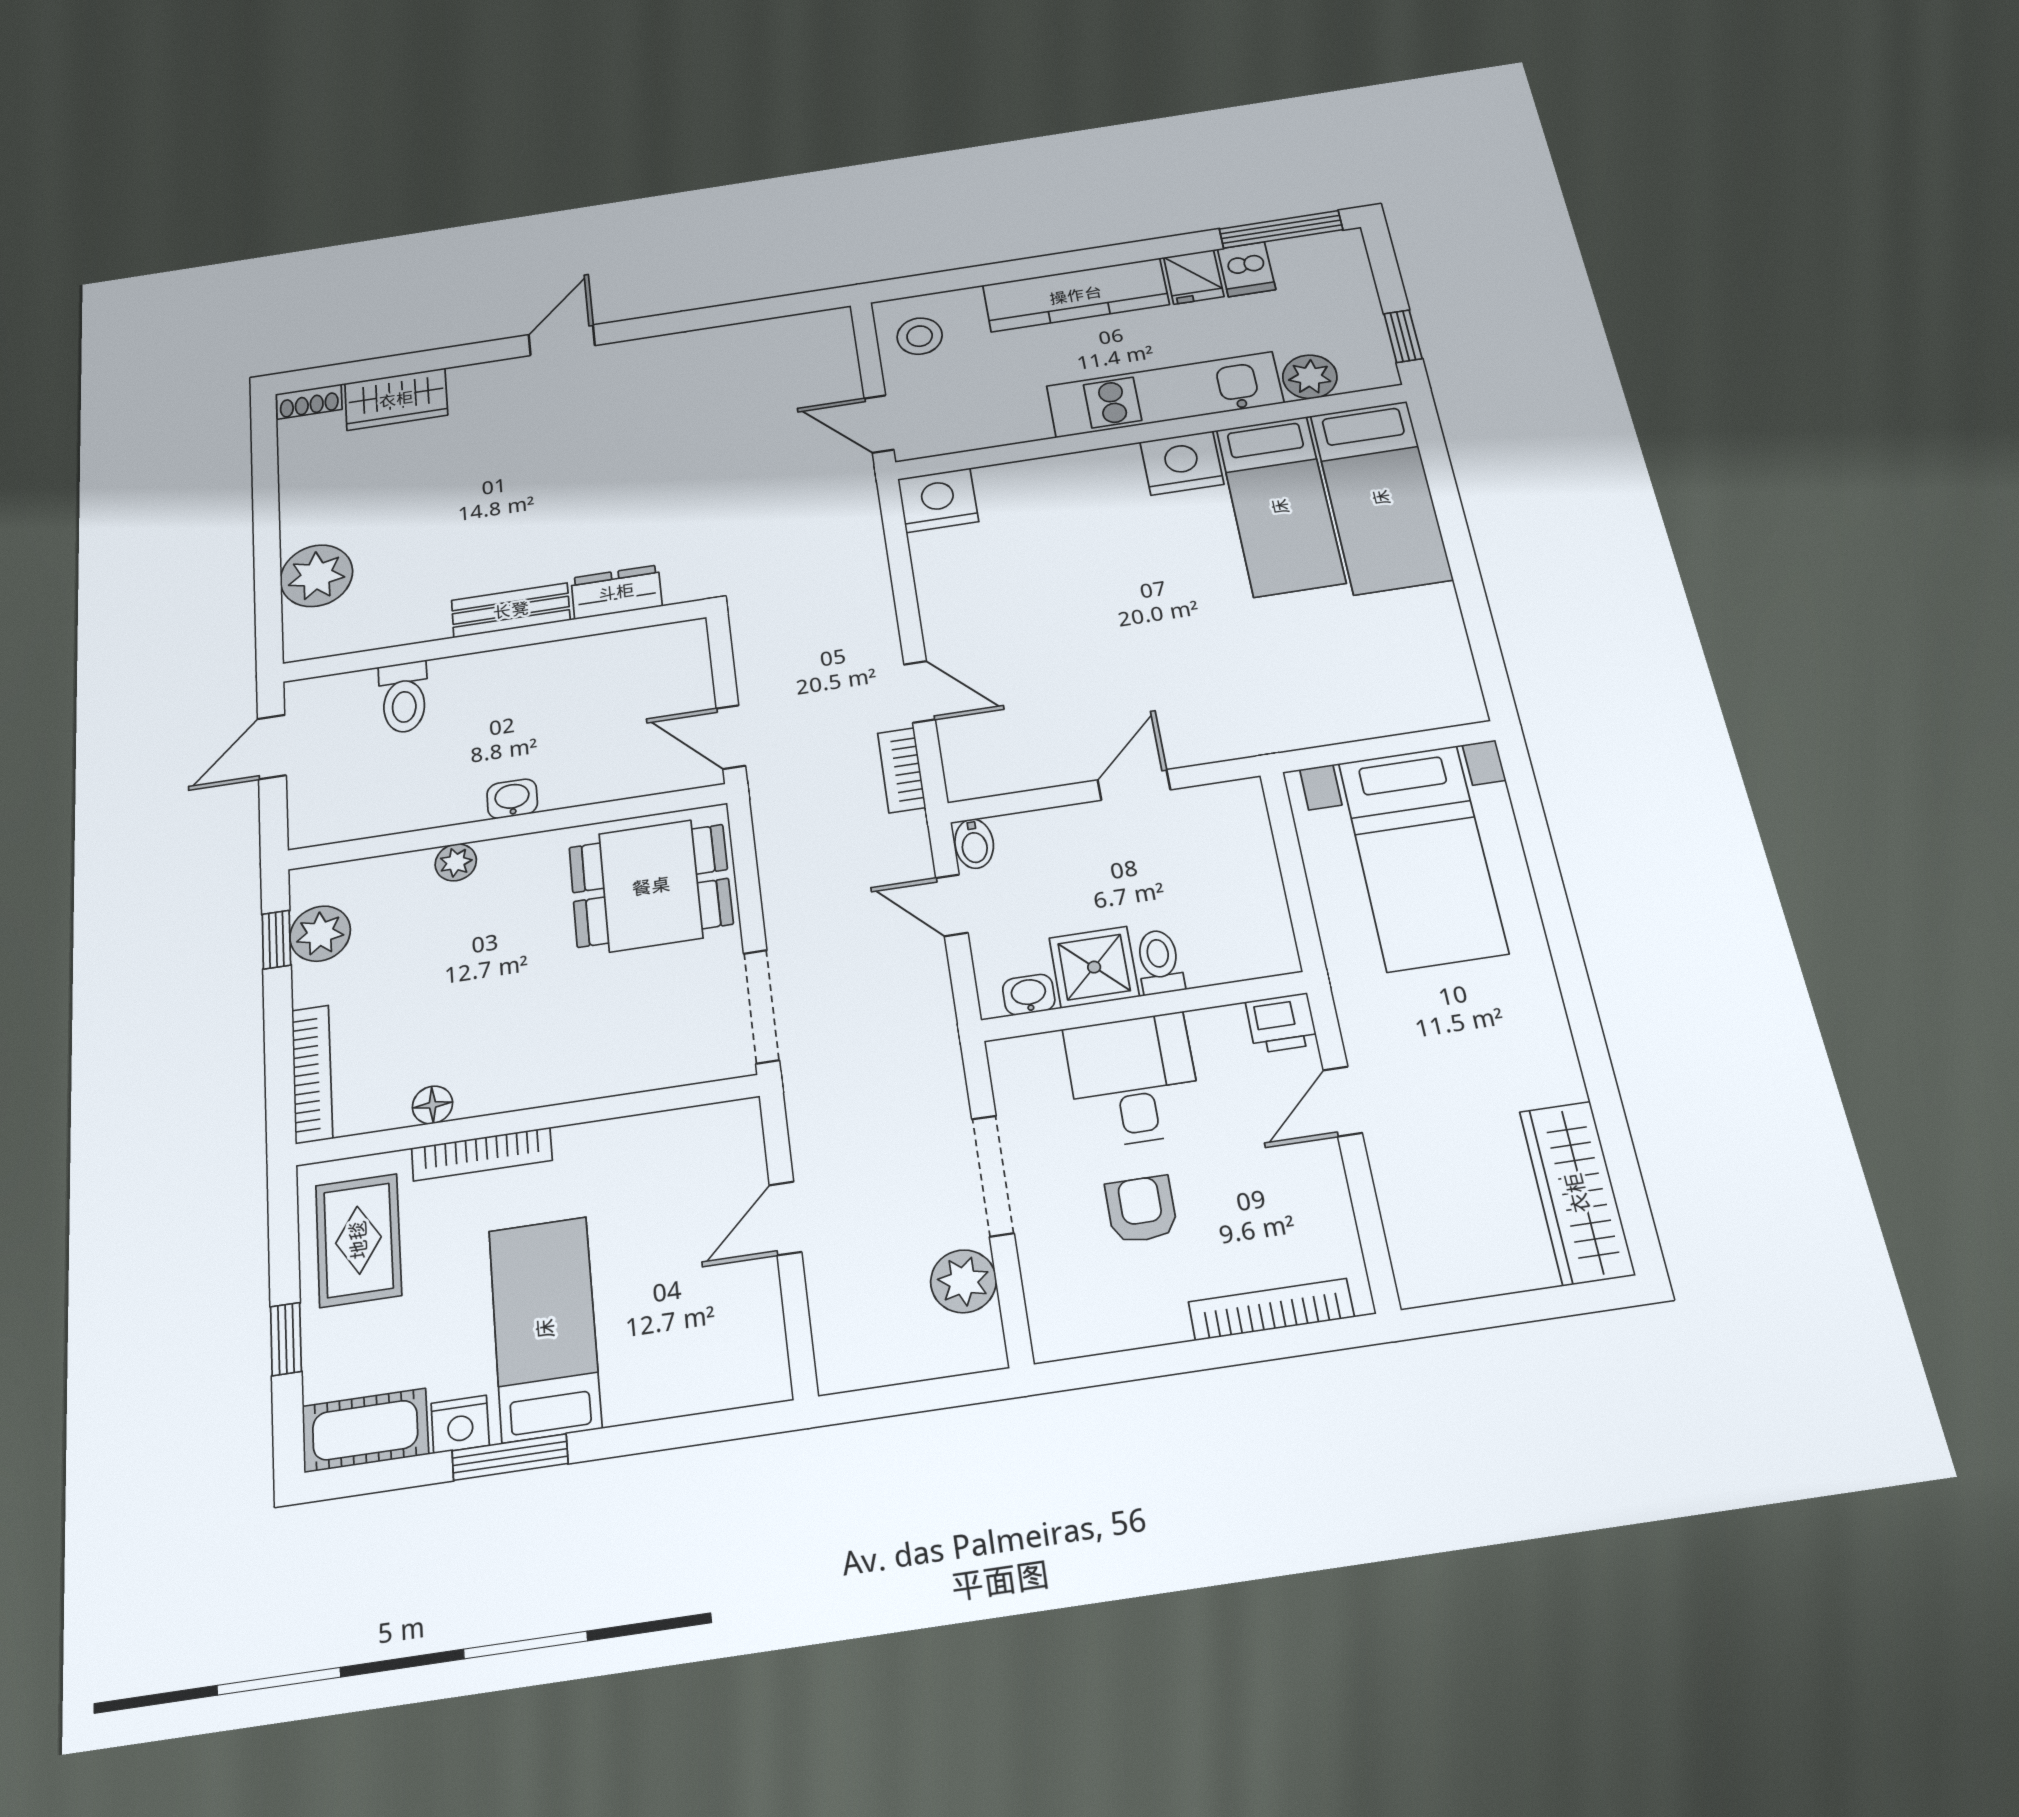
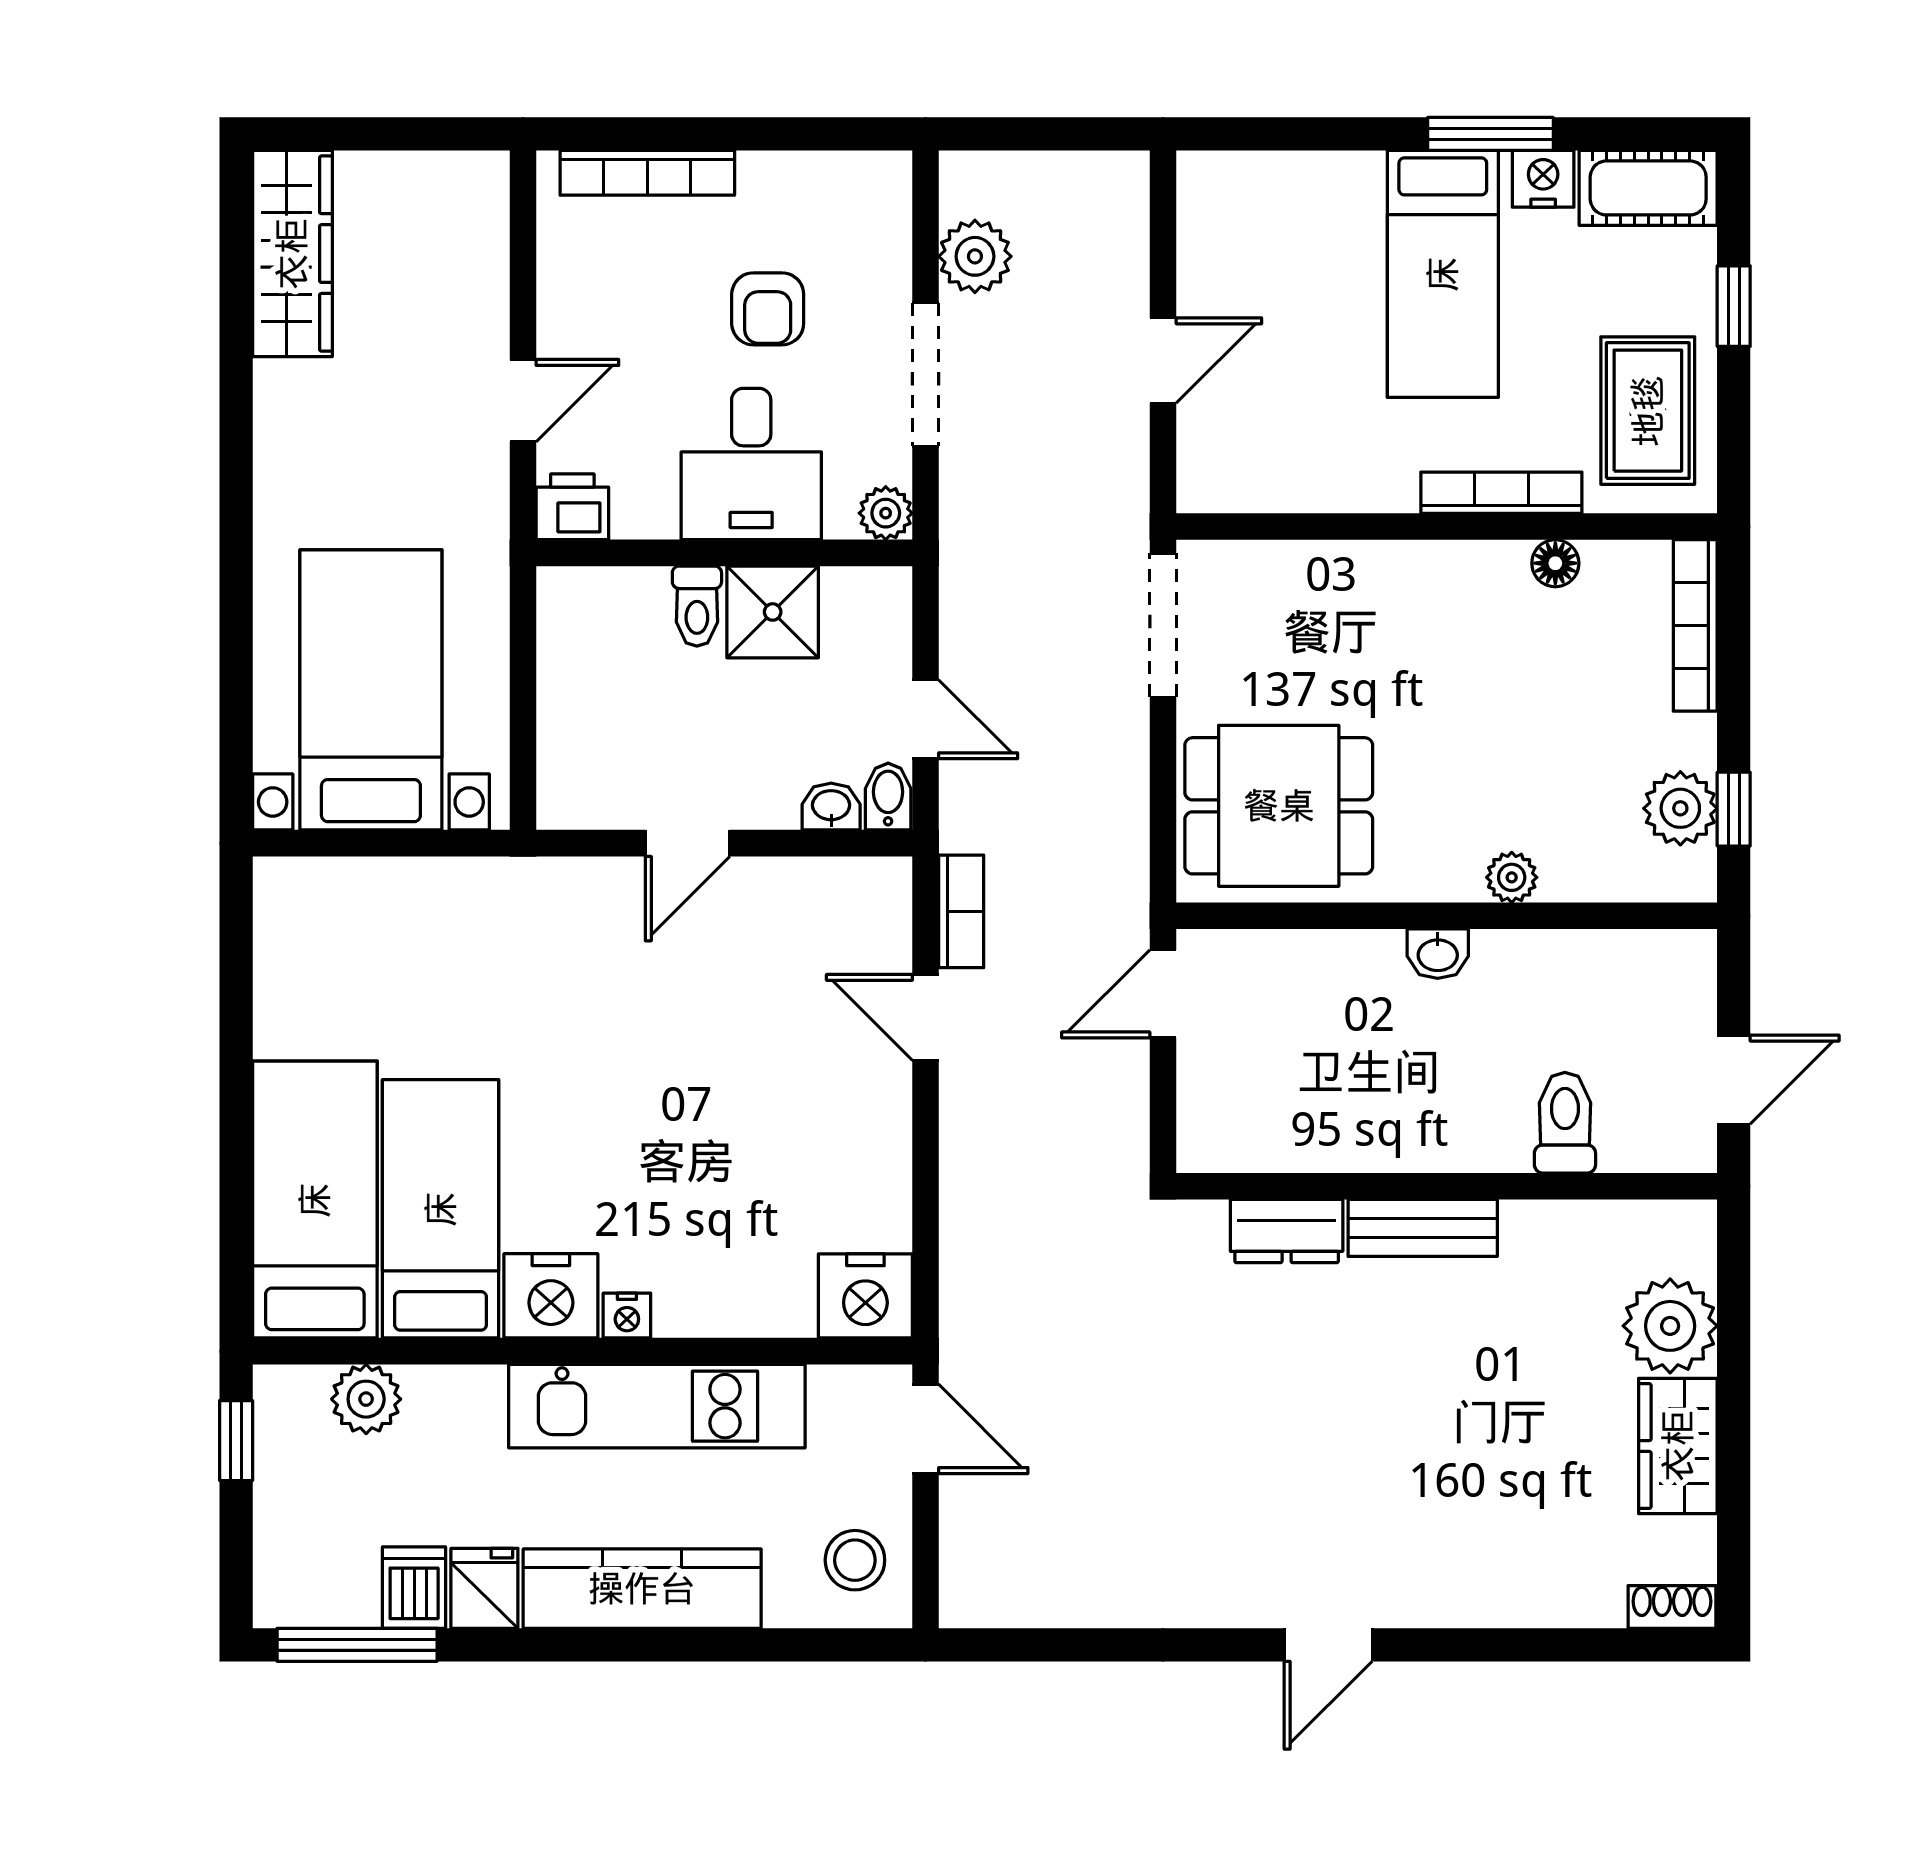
kitchen unit: (1165, 395) -> (657, 1406), moved
wardrobe: (396, 399) -> (1678, 1446), moved, turned -90
nightstand: (1120, 460) -> (627, 1316), added
door: (731, 737) -> (1163, 994), swing flipped
washbasin: (1029, 995) -> (831, 807), moved, turned 180
plant: (1010, 1059) -> (886, 513), added

